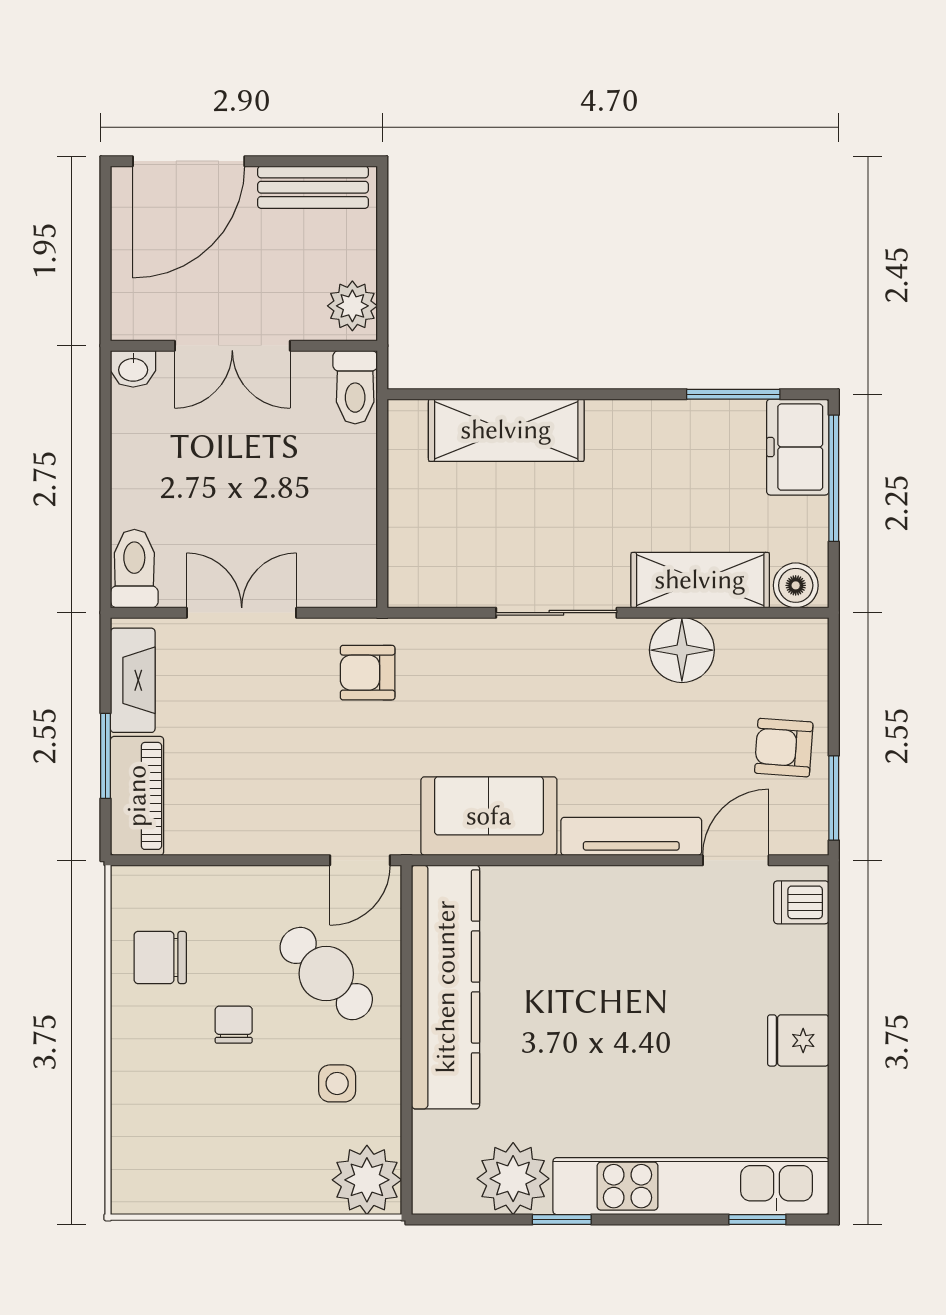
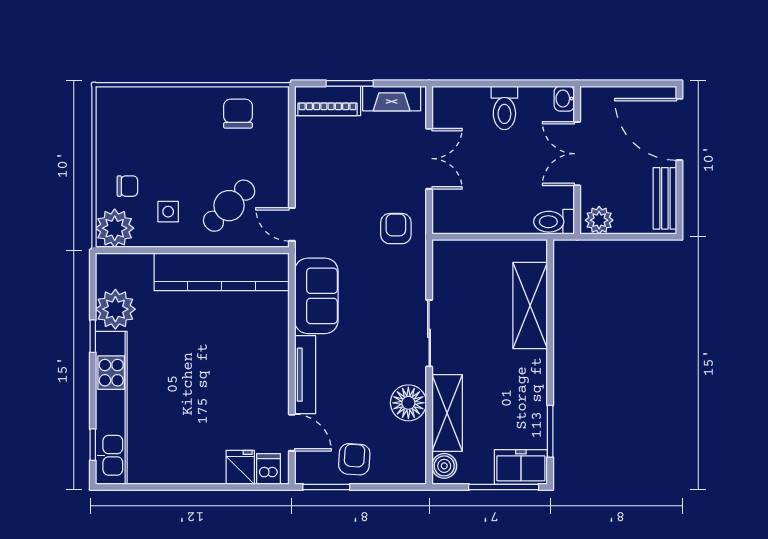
toilet: (134, 569) -> (504, 108), moved, turned 90
chair: (234, 1025) -> (127, 186), moved
fridge: (798, 1040) -> (240, 467), moved

